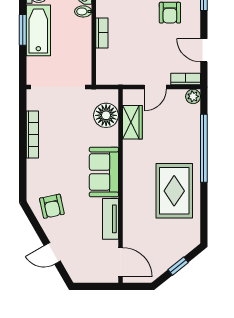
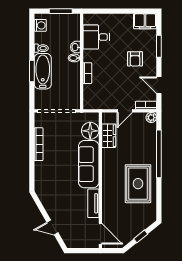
sofa: (104, 172) -> (89, 164), width x1.36
armchair: (52, 206) -> (52, 194), removed

